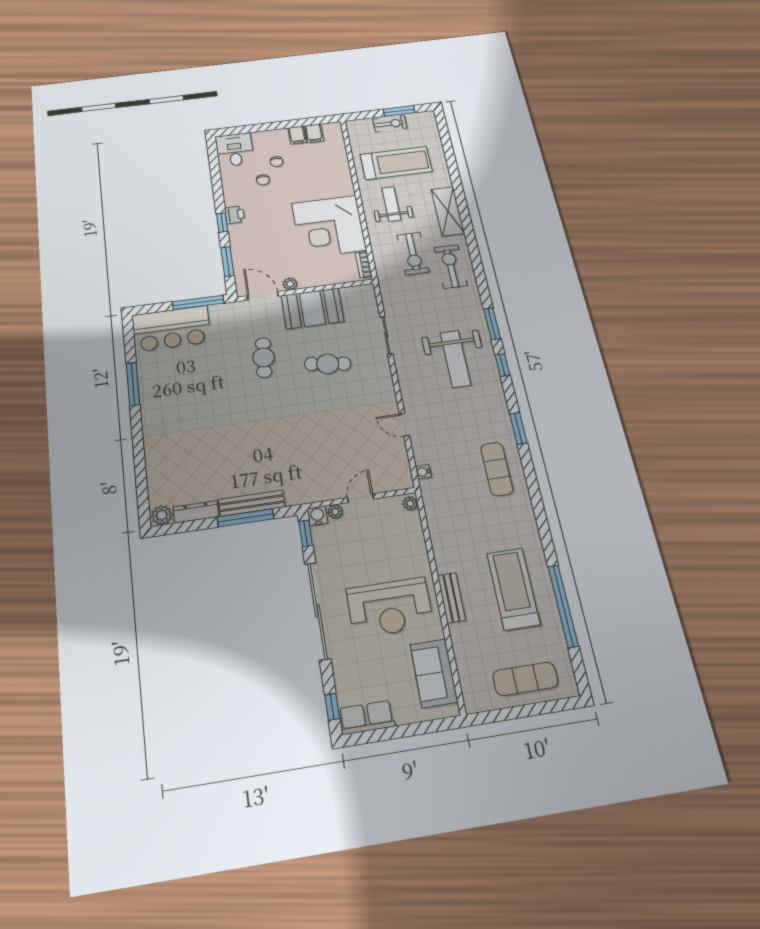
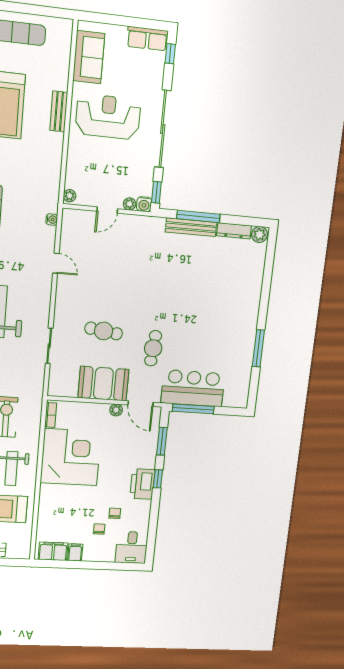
filing cabinet: (314, 133) -> (53, 551), width x2.00
printer: (235, 215) -> (142, 484), width x1.87, depth x1.48
bar counter: (171, 329) -> (193, 388), moved

